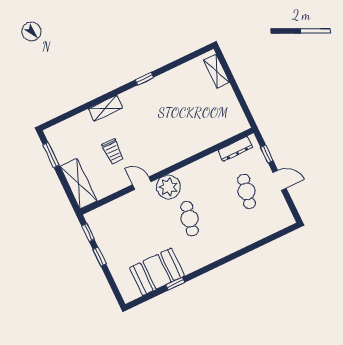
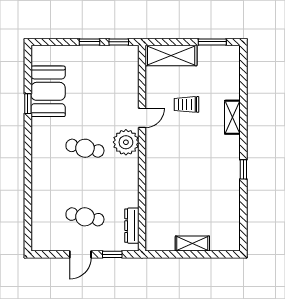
shelving: (216, 71) -> (192, 244), moved

